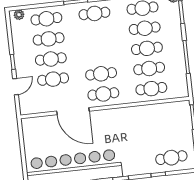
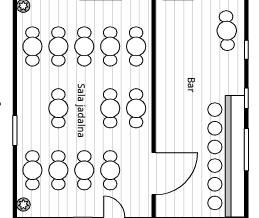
cafe table: (94, 13) -> (58, 108), moved
door: (73, 111) -> (154, 174), moved

